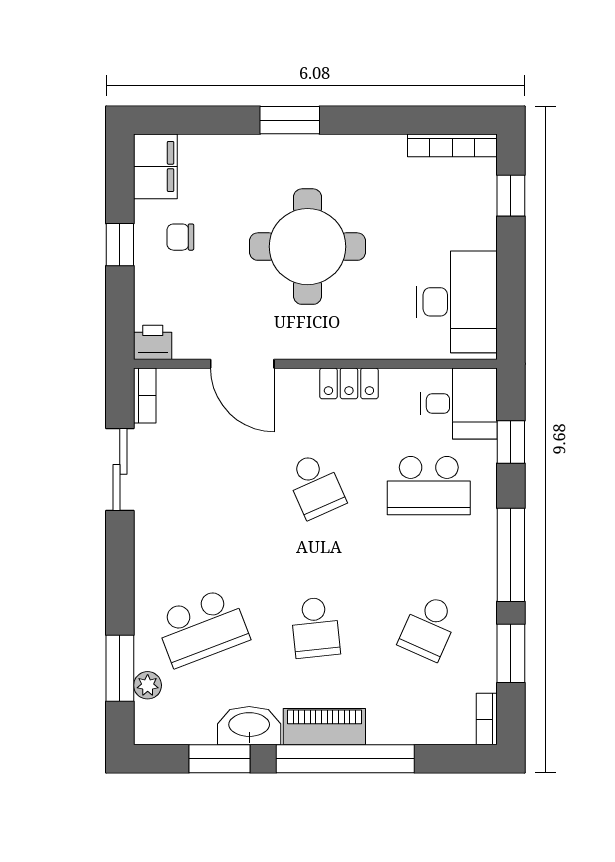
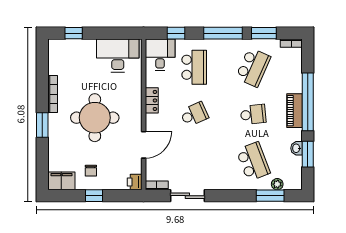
bookcase: (452, 145) -> (53, 94), moved
school desk: (429, 627) -> (253, 67), width x1.85
washbasin: (249, 726) -> (296, 148), width x0.52, depth x0.69

